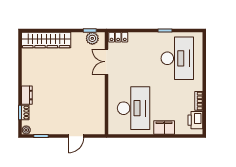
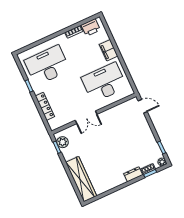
locker: (118, 37) -> (45, 106), moved, width x1.53
double door: (107, 62) -> (86, 117), moved
door: (76, 136) -> (143, 106), moved

